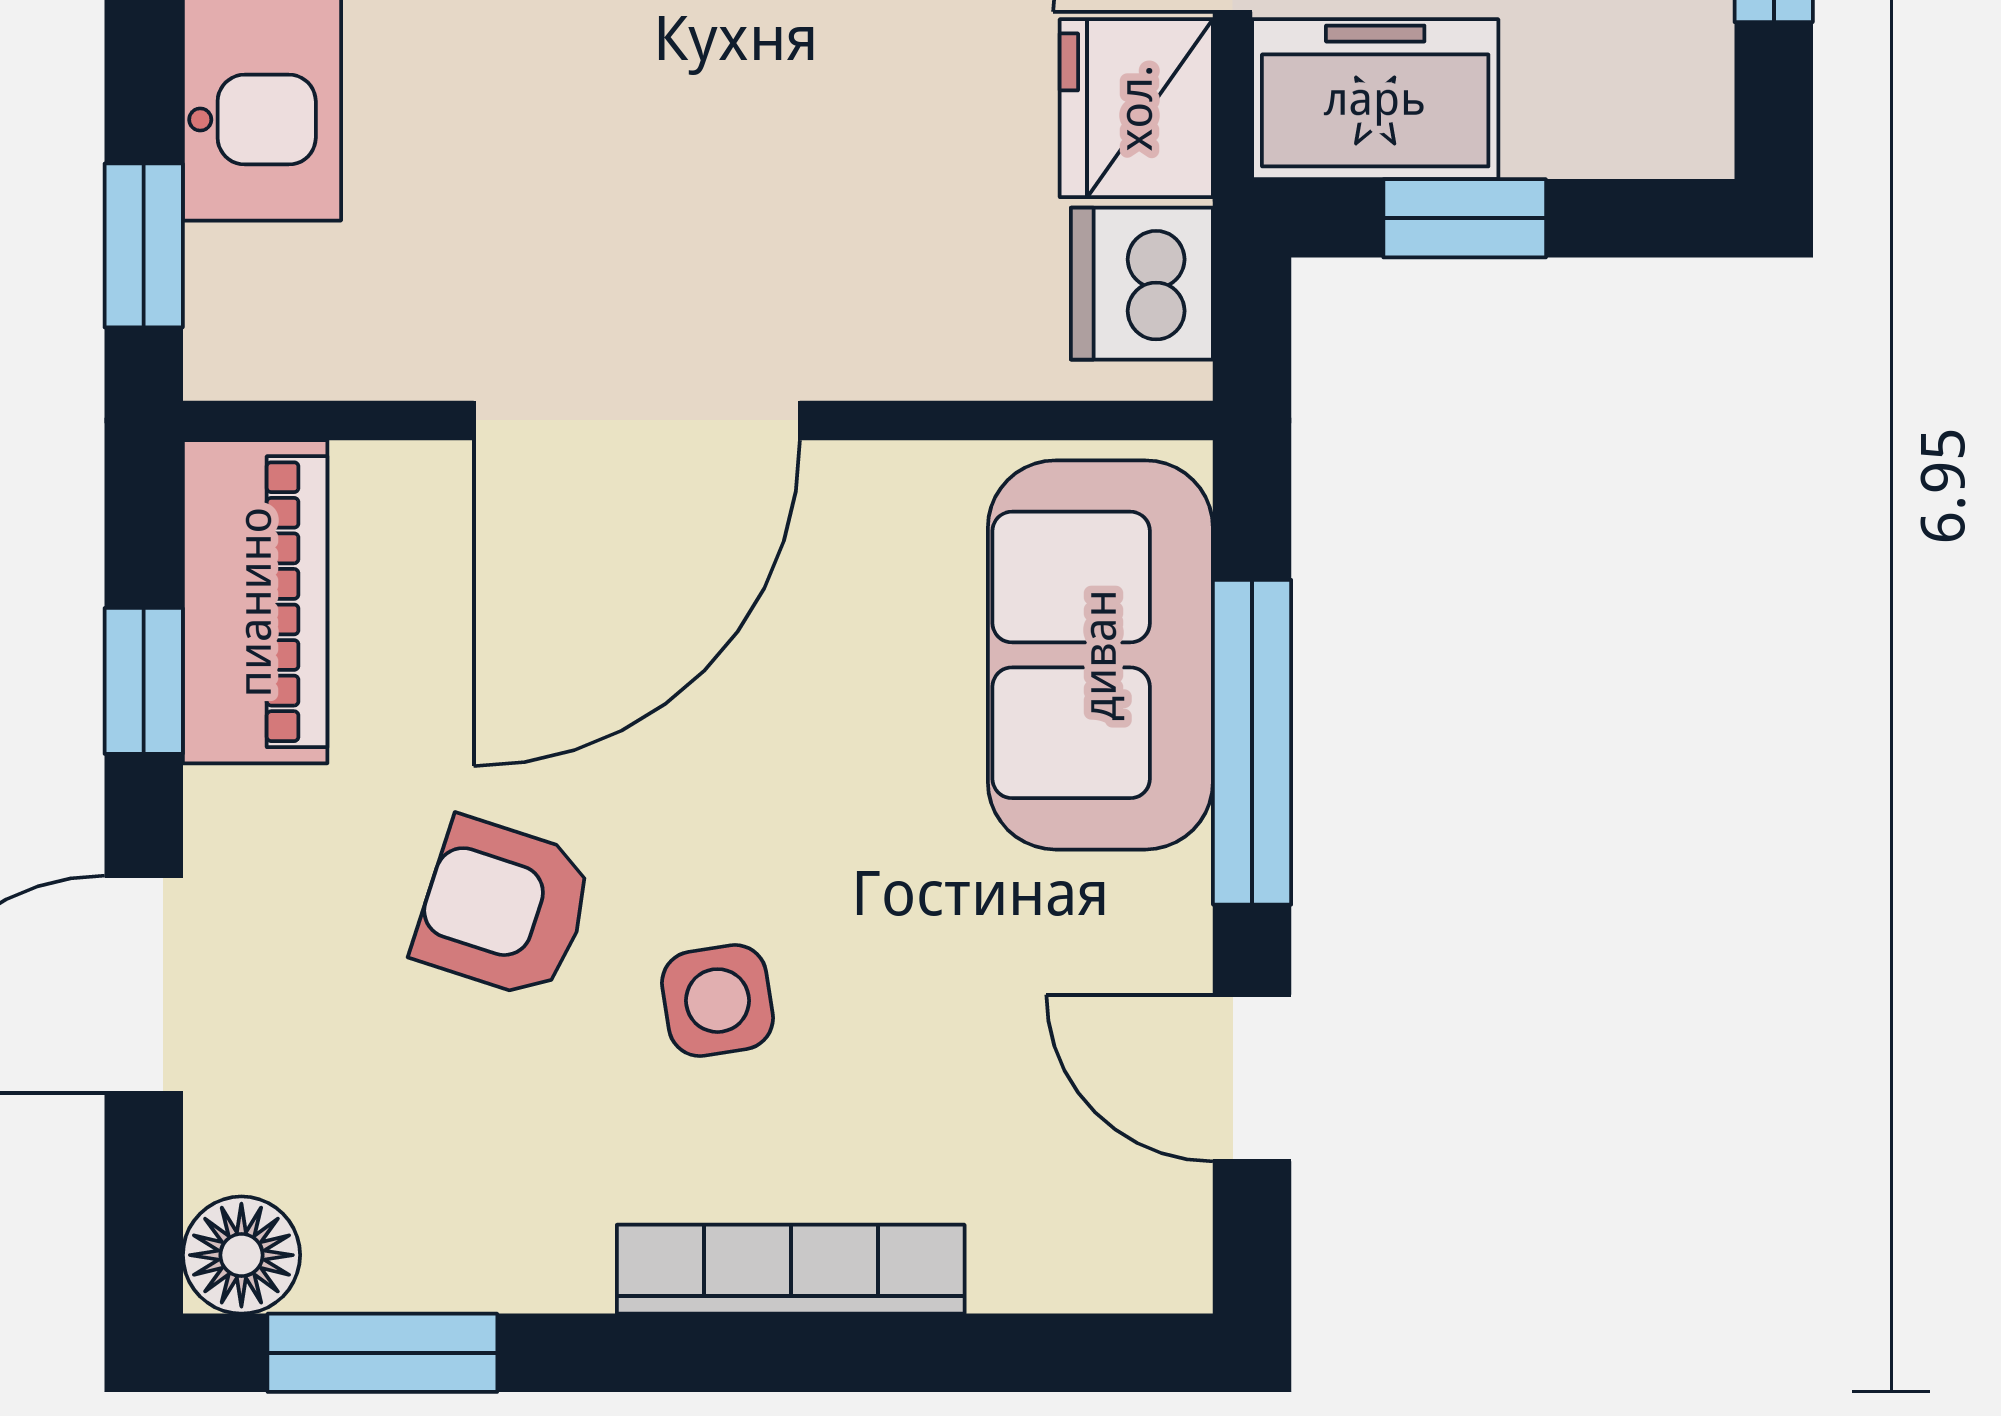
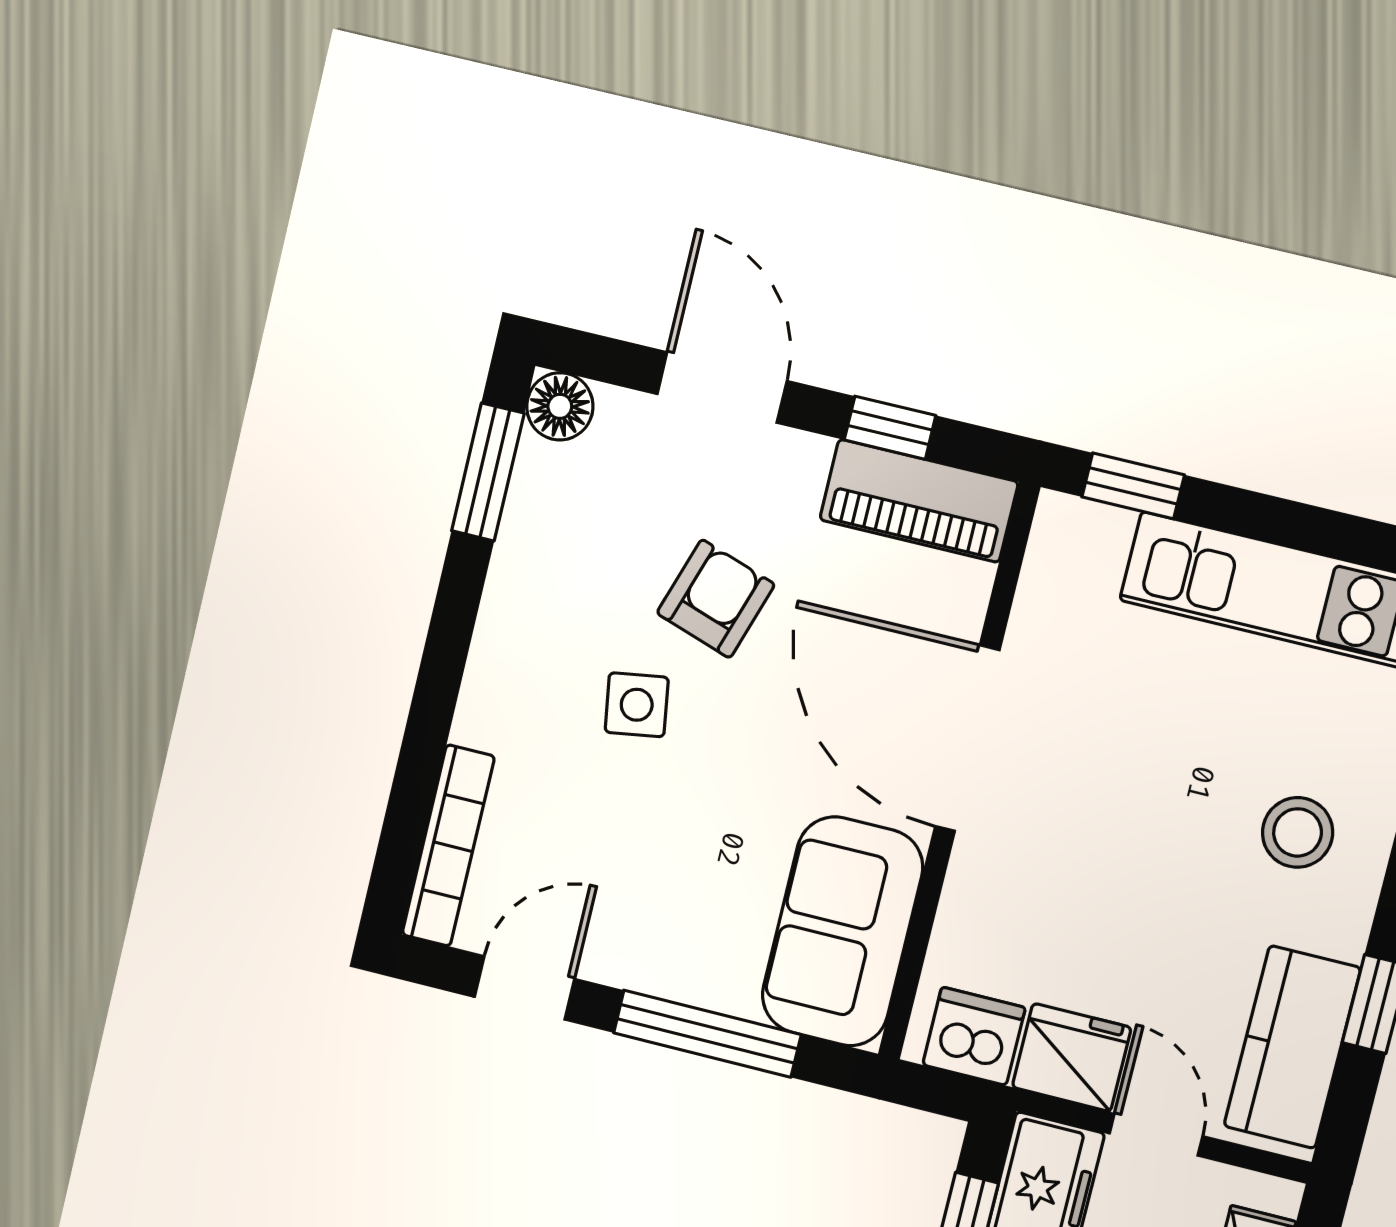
sofa: (1100, 655) -> (842, 931), moved, turned -90
bookcase: (791, 1269) -> (448, 846), moved

